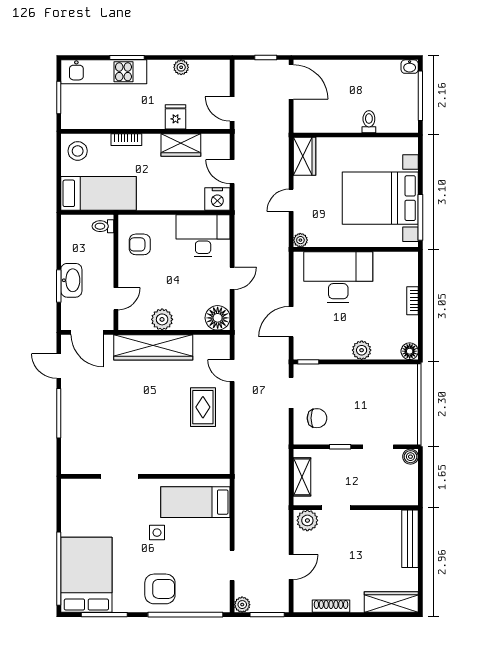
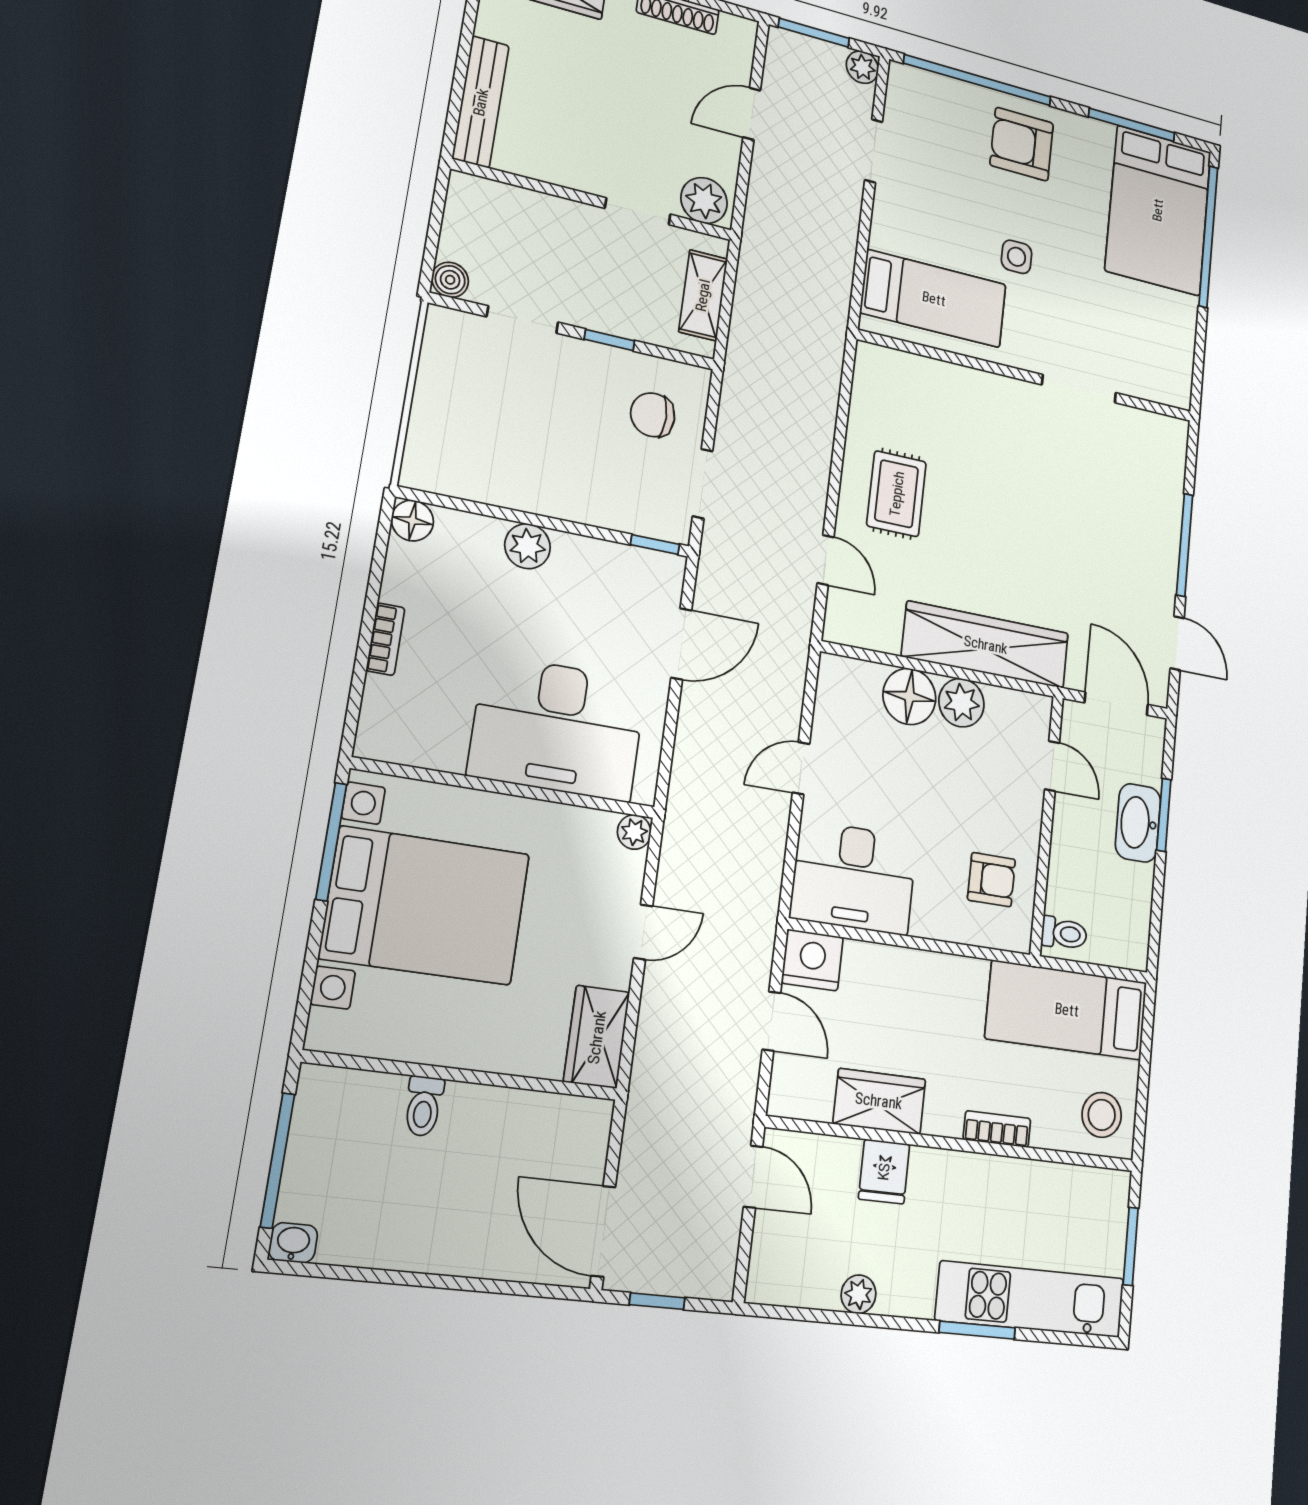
door: (116, 299) -> (1052, 766), swing flipped
floor lamp: (218, 318) -> (909, 696), moved

